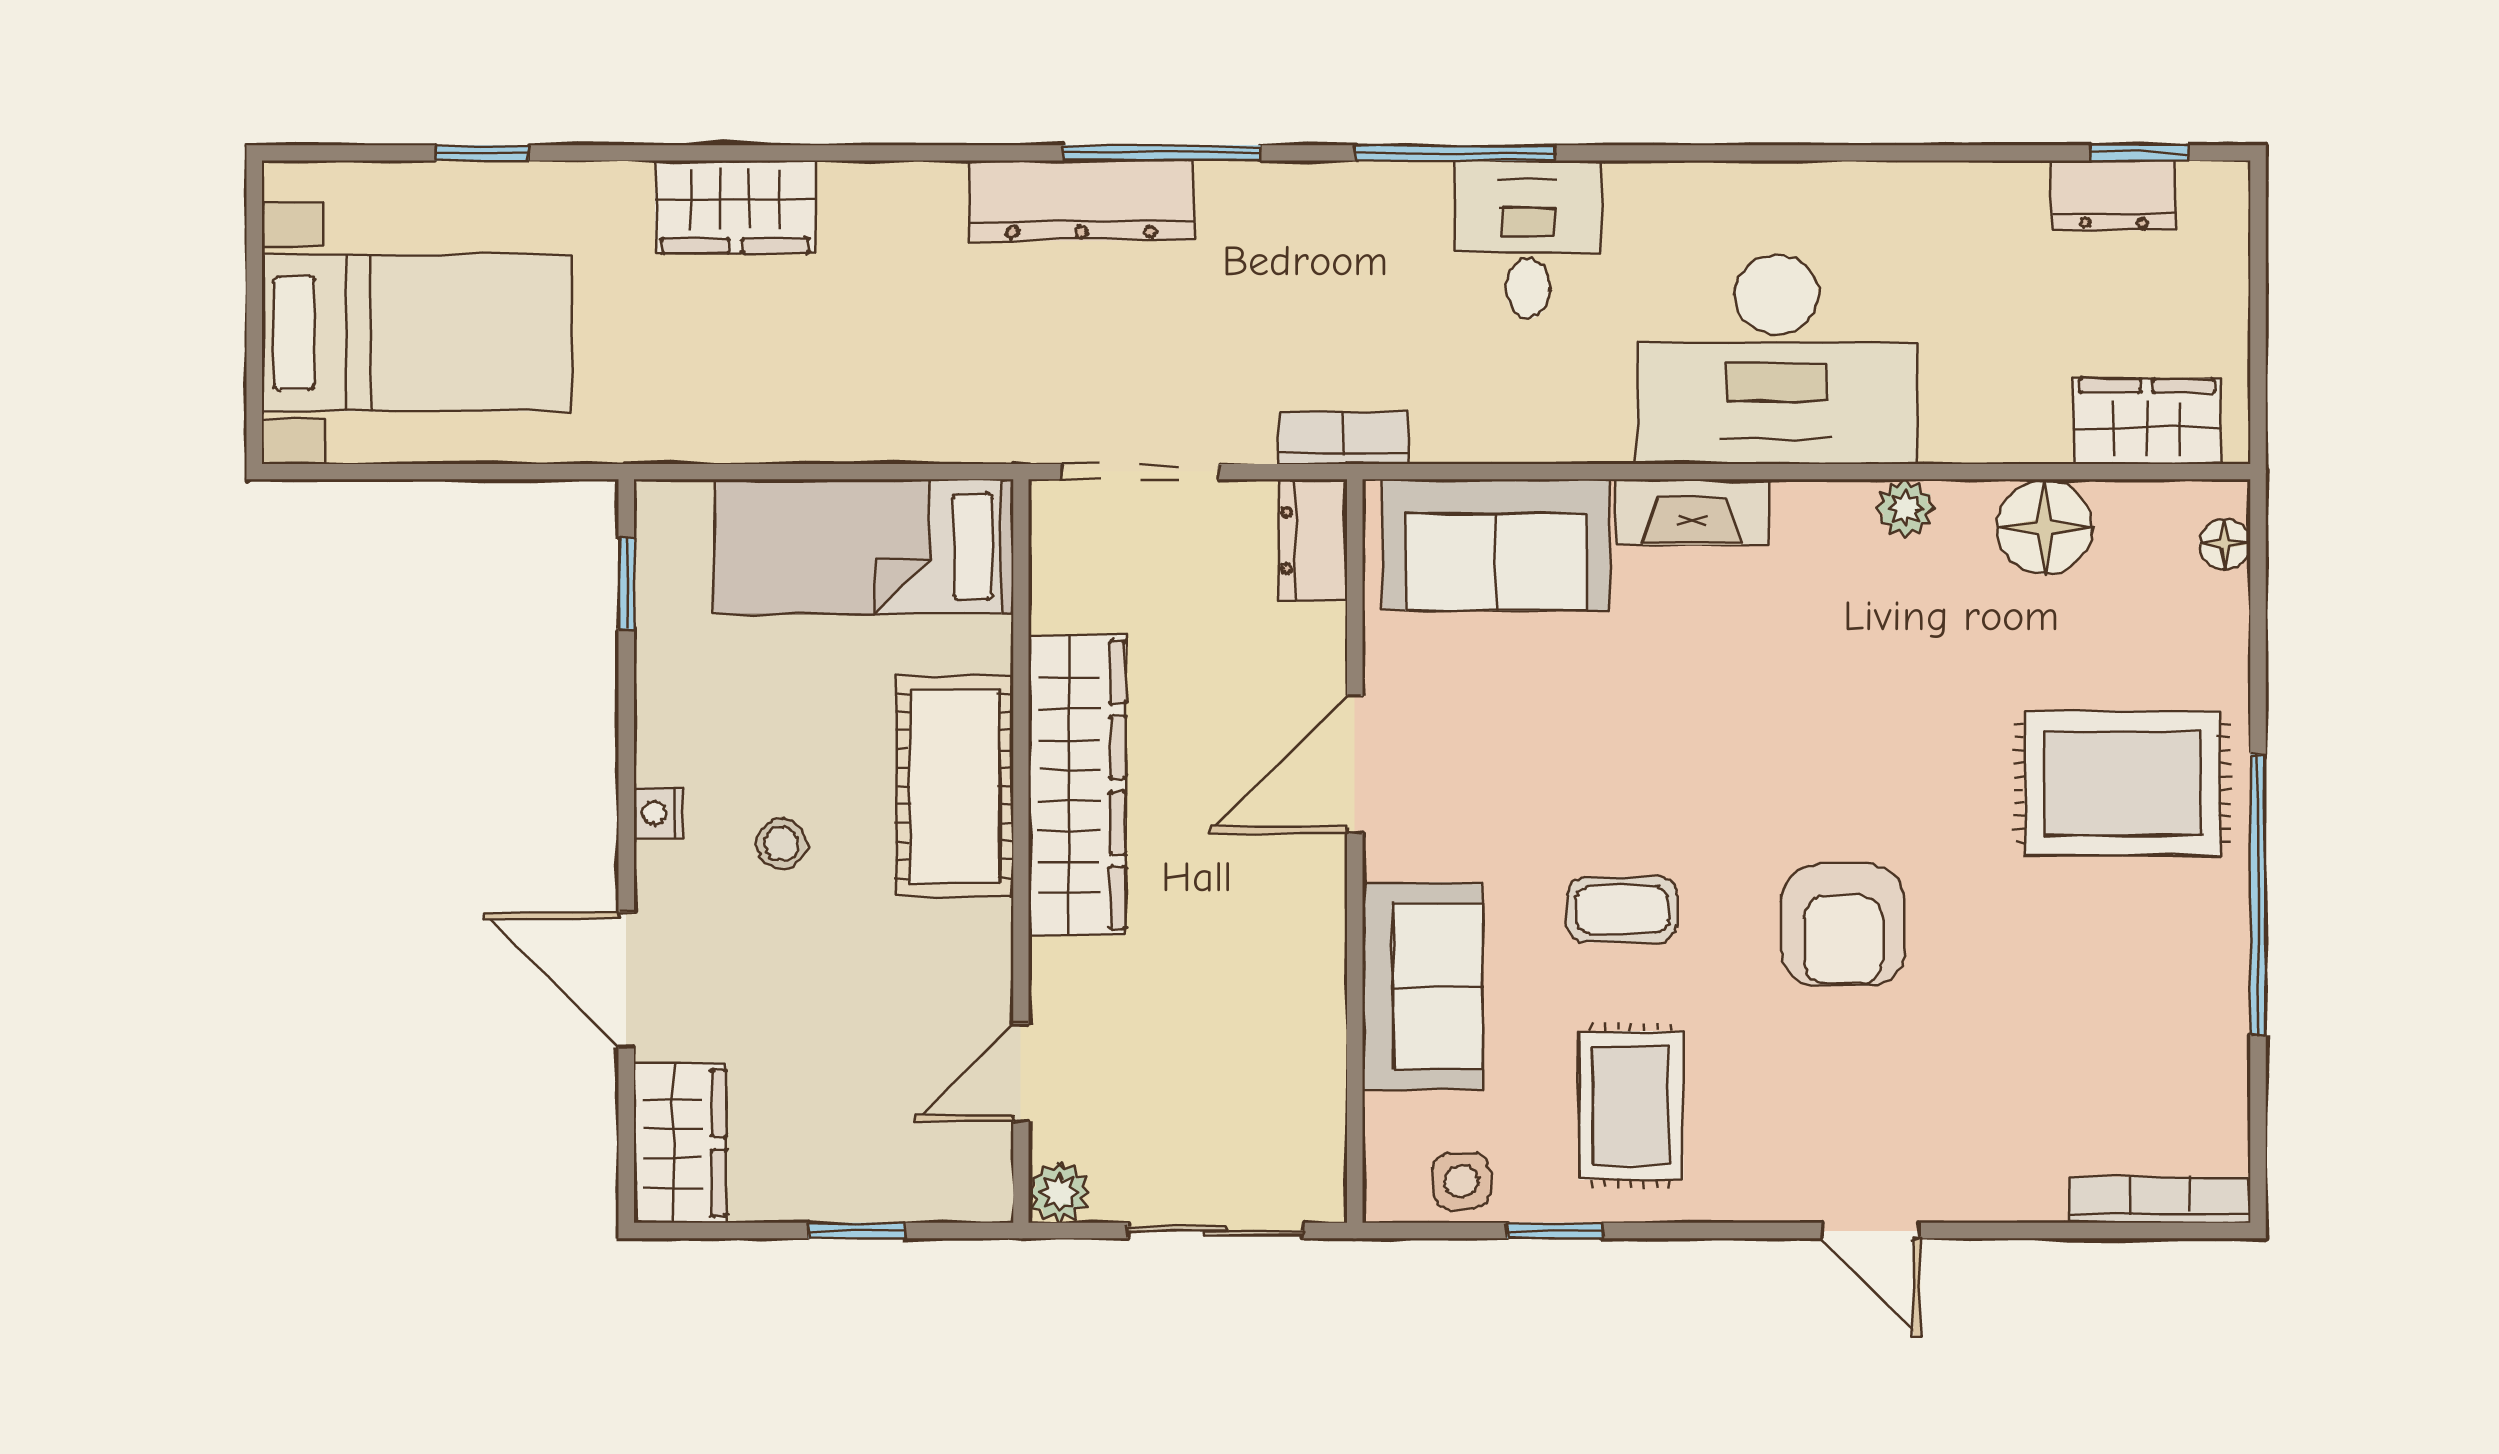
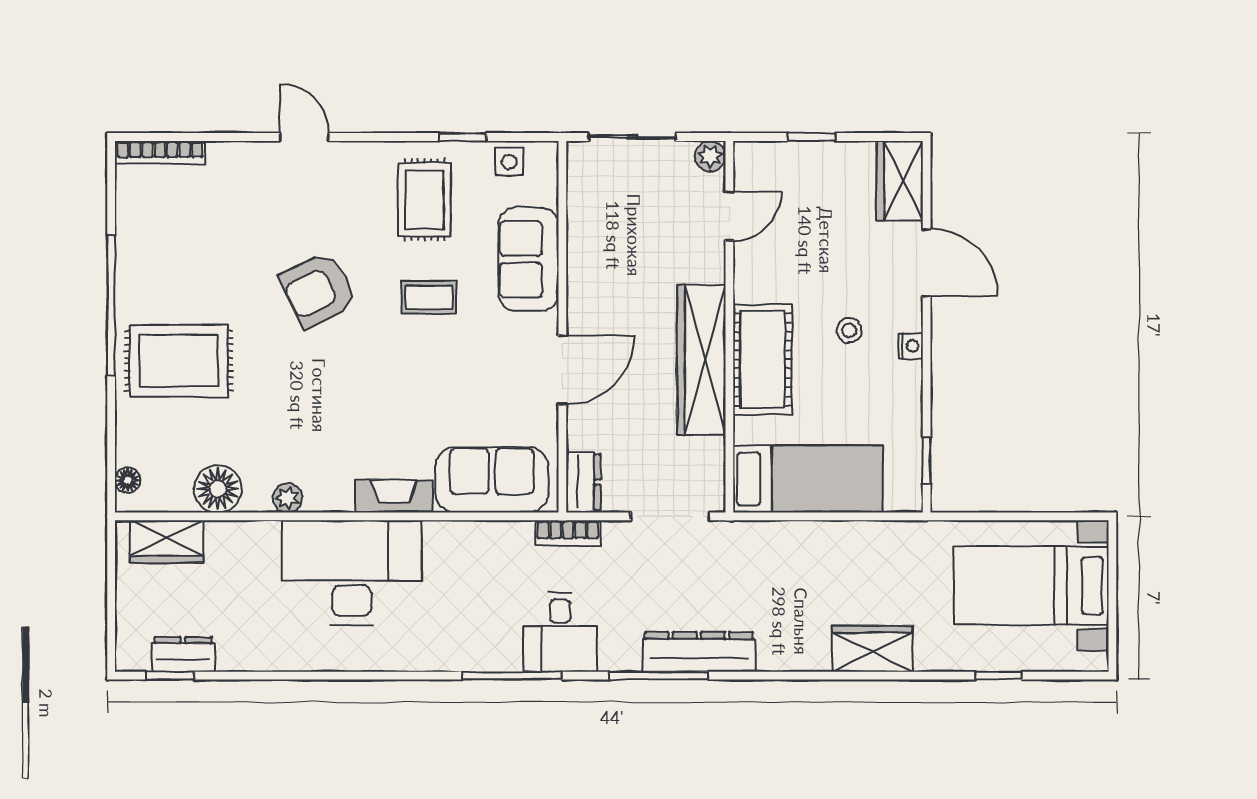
desk: (1528, 240) -> (560, 632), moved
armchair: (1843, 925) -> (318, 290), turned -116

